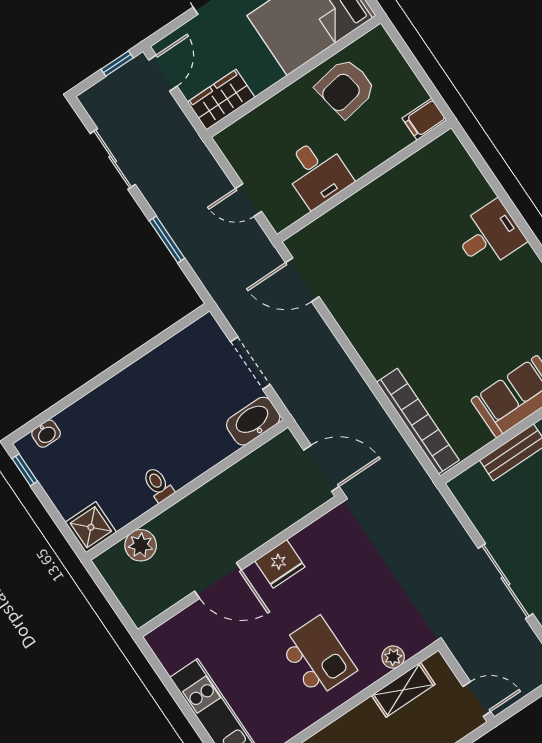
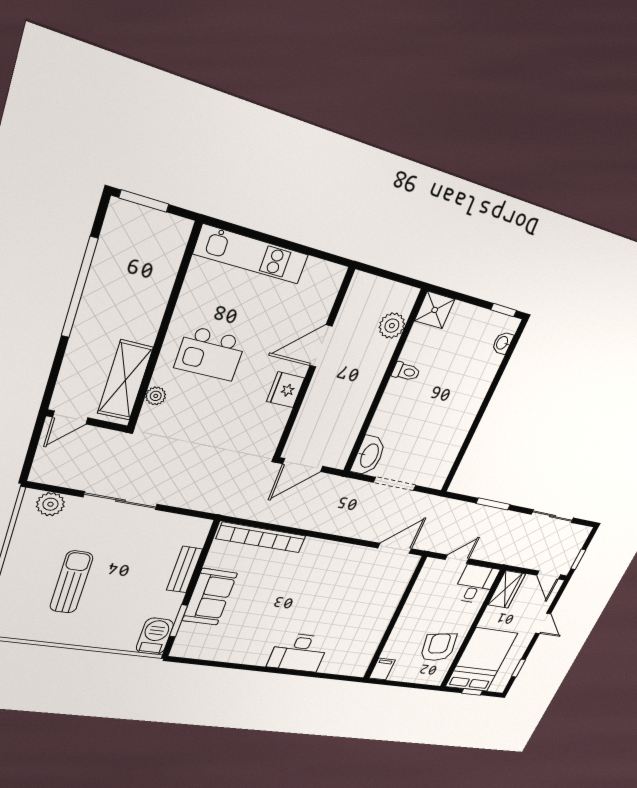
desk: (317, 173) -> (475, 584), moved, turned 90
desk: (489, 235) -> (299, 652), width x1.37
shelving: (403, 690) -> (125, 380), width x1.50, depth x1.33

